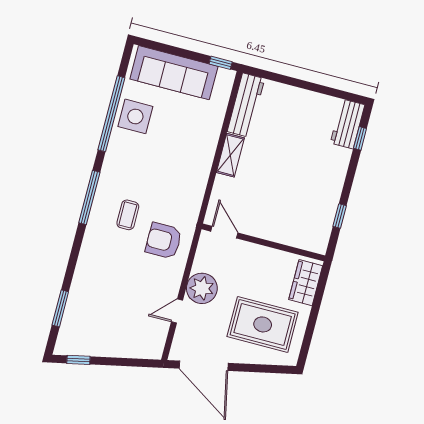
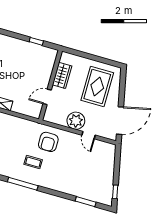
door: (224, 232) -> (47, 97), moved
wardrobe: (306, 283) -> (62, 75), moved, turned -90

